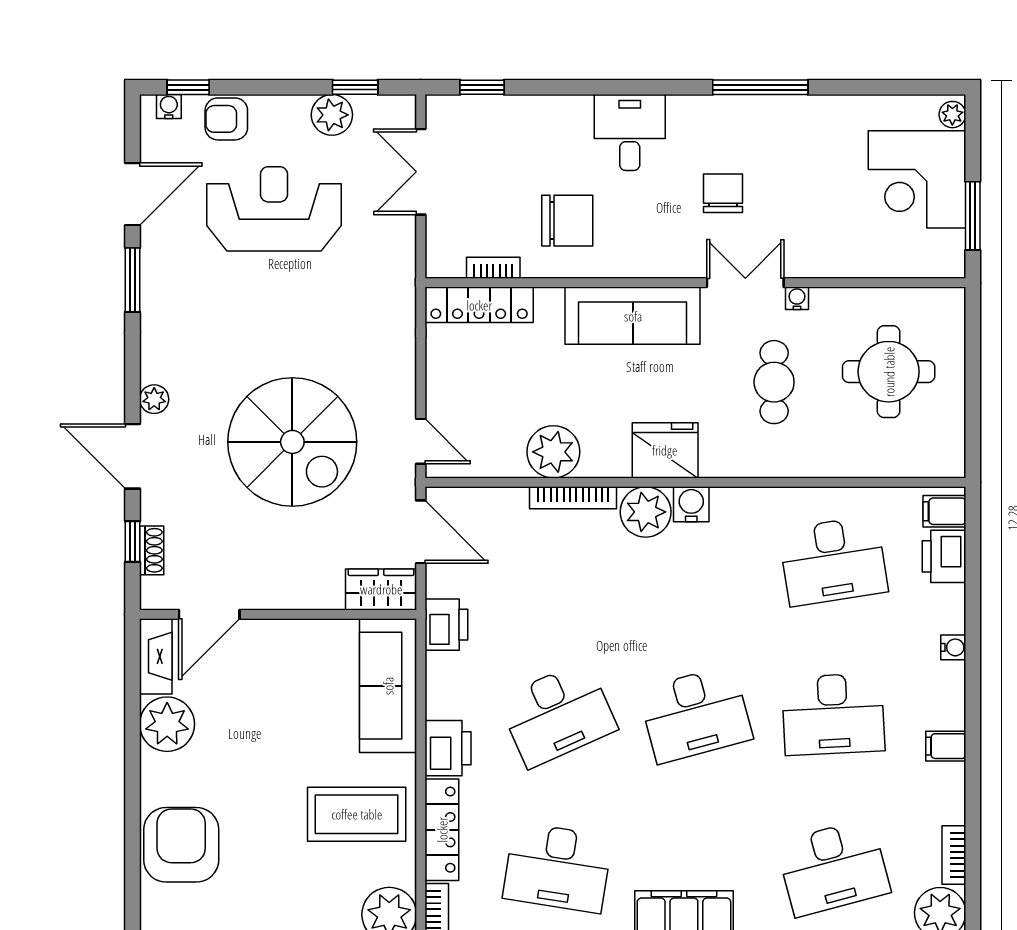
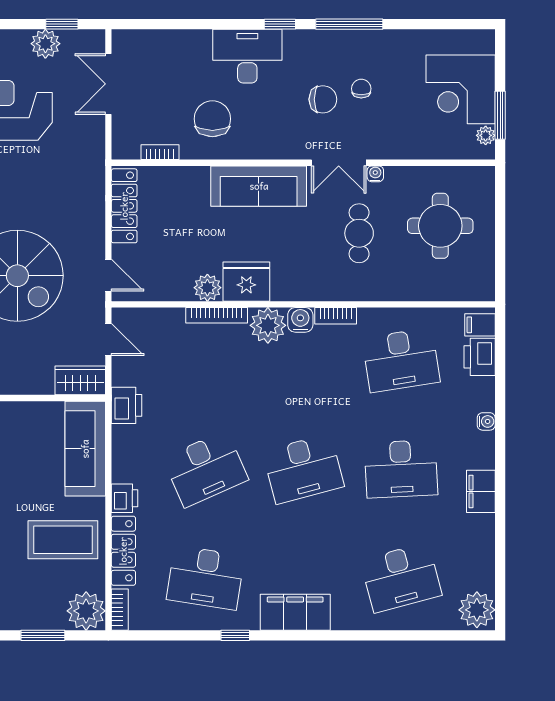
window: (482, 87) -> (280, 24), moved
plant: (952, 115) -> (486, 135), moved
desk: (630, 132) -> (247, 56), width x1.37
chair: (777, 178) -> (361, 89), added
chair: (723, 193) -> (323, 99), turned 90
chair: (567, 221) -> (212, 119), turned -90
double door: (745, 283) -> (339, 163), swing flipped
locker: (479, 305) -> (124, 206), moved, turned -90
fridge: (665, 450) -> (246, 282), moved
plant: (553, 452) -> (207, 288), width x0.73, depth x0.73
door: (421, 532) -> (108, 340), width x0.73
filing cabinet: (946, 746) -> (481, 491), width x2.00
printer: (448, 748) -> (125, 498), width x0.73, depth x0.81
bookcase: (954, 855) -> (336, 316), moved, turned -90

